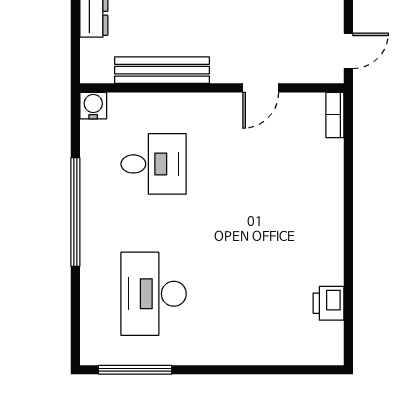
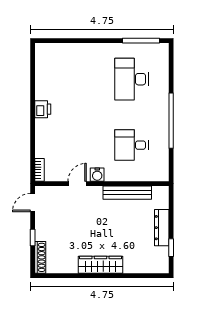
water cooler: (93, 106) -> (97, 175), moved
desk: (154, 294) -> (132, 79), turned 180
printer: (329, 303) -> (43, 109), moved

